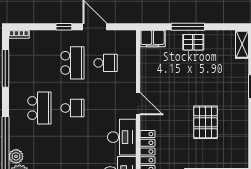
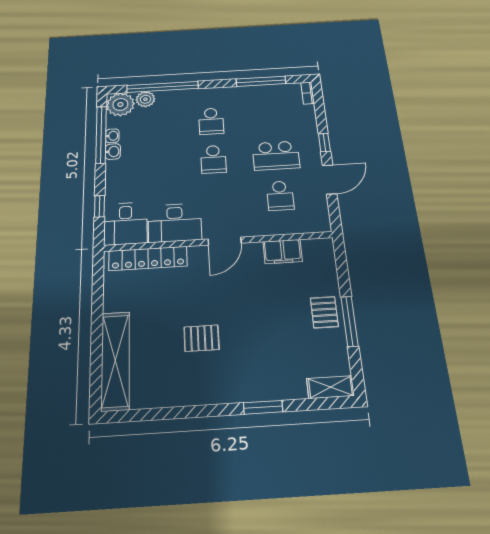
window: (188, 27) -> (350, 321), moved
filing cabinet: (153, 39) -> (283, 252), moved, turned -90
school desk: (39, 108) -> (211, 121), width x0.54
pallet: (206, 122) -> (202, 338), width x0.67, depth x0.71

